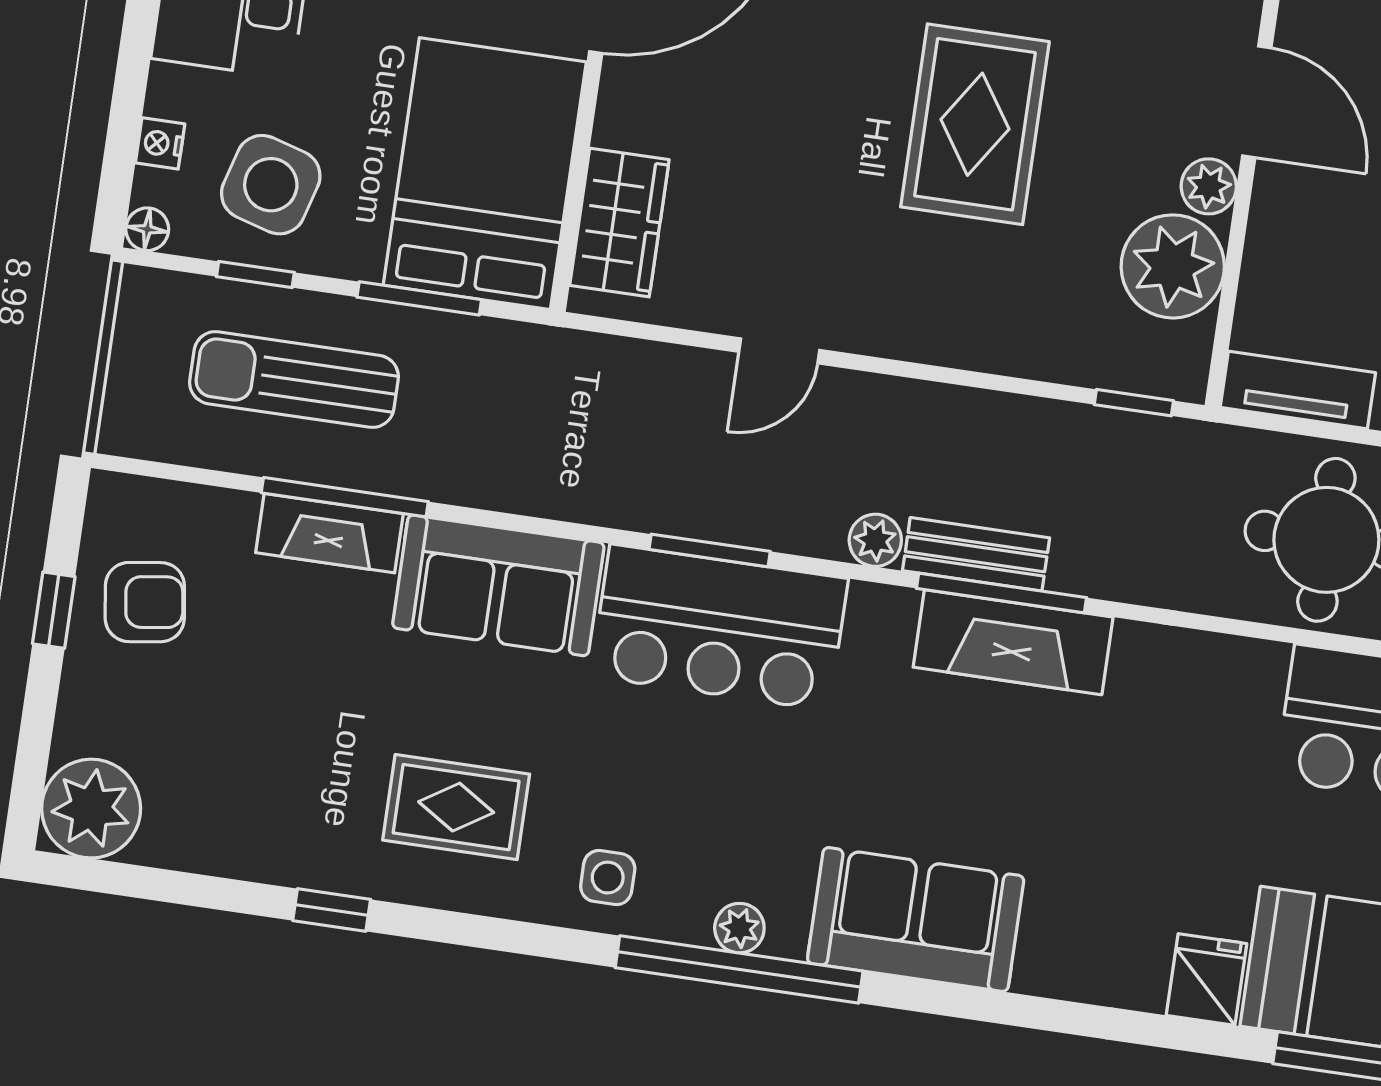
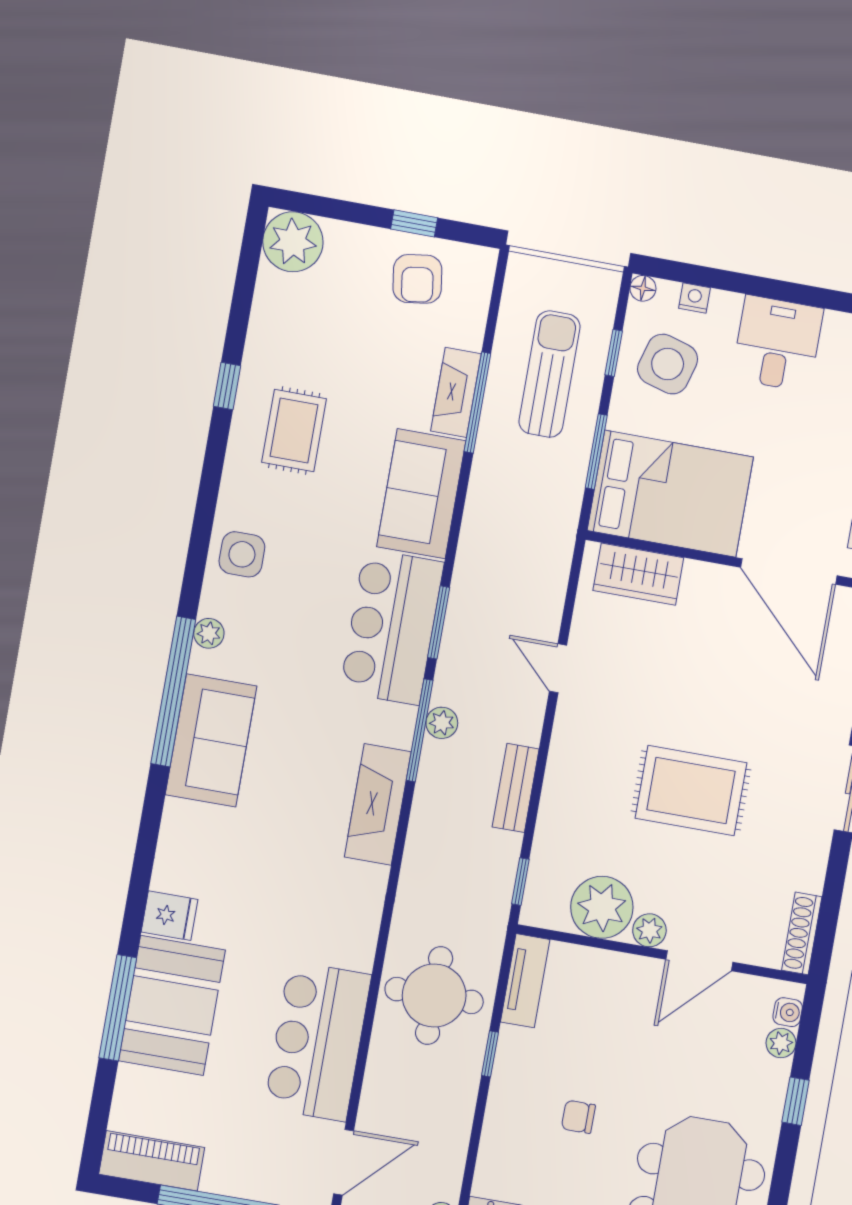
bench: (976, 554) -> (516, 788), moved
window: (1002, 593) -> (420, 730), moved
rug: (456, 807) -> (294, 430), moved
side table: (608, 878) -> (242, 554), width x1.37, depth x1.37
window: (739, 969) -> (173, 691), moved

